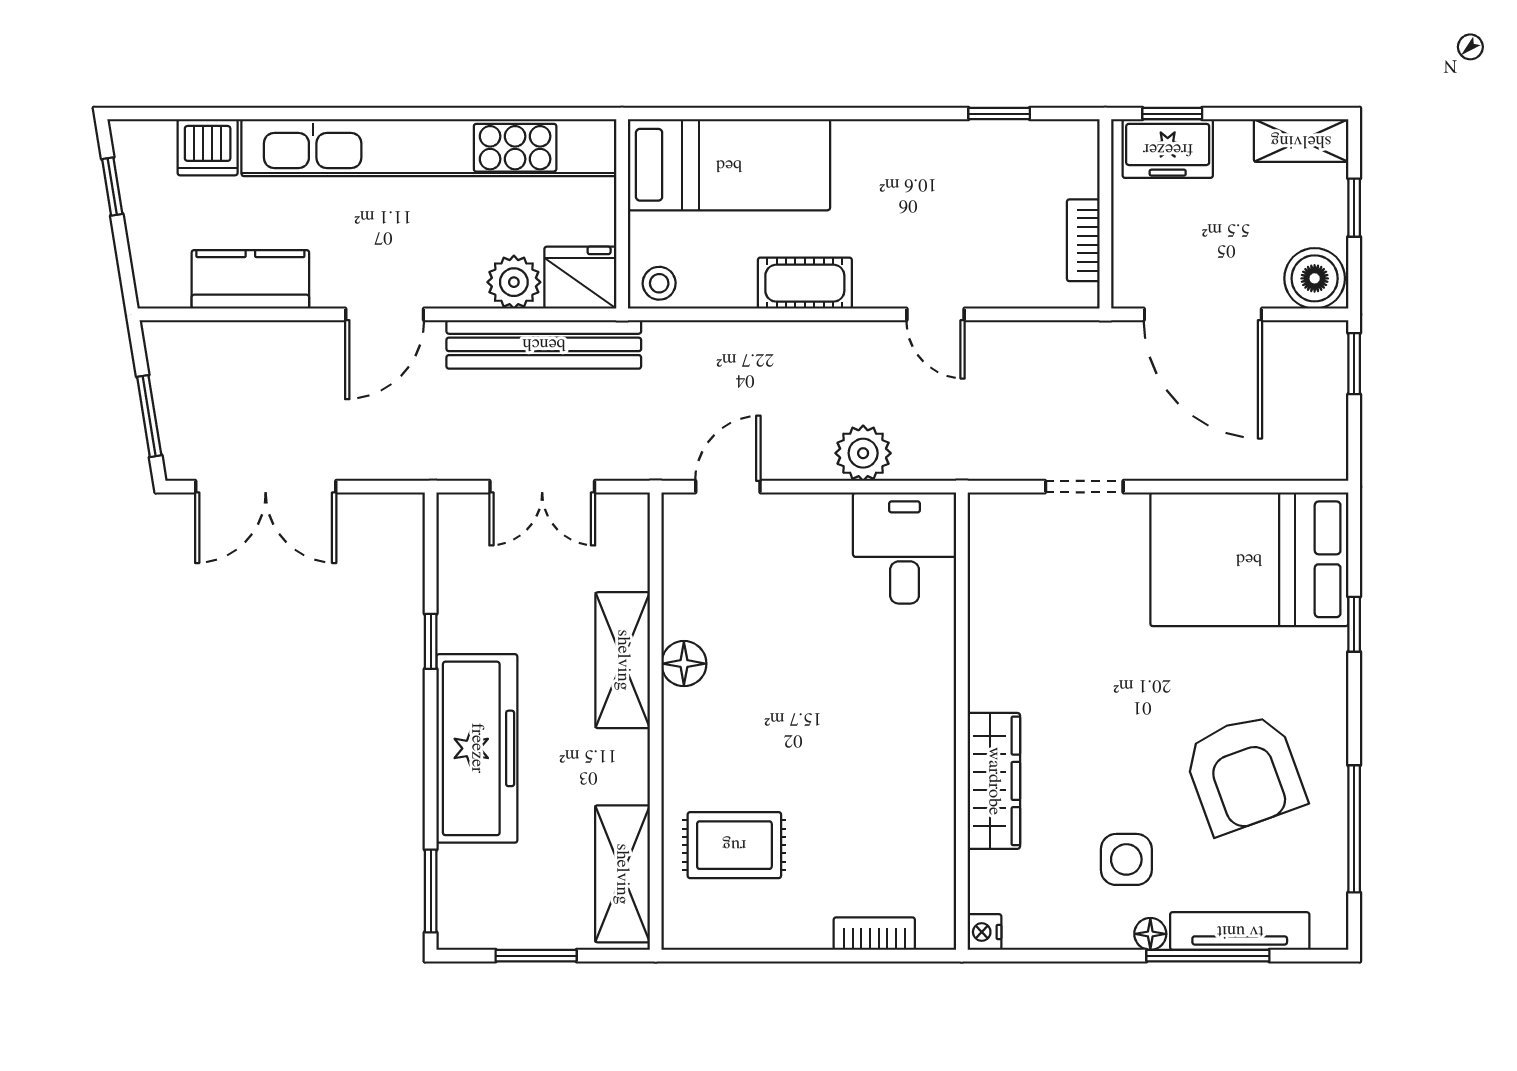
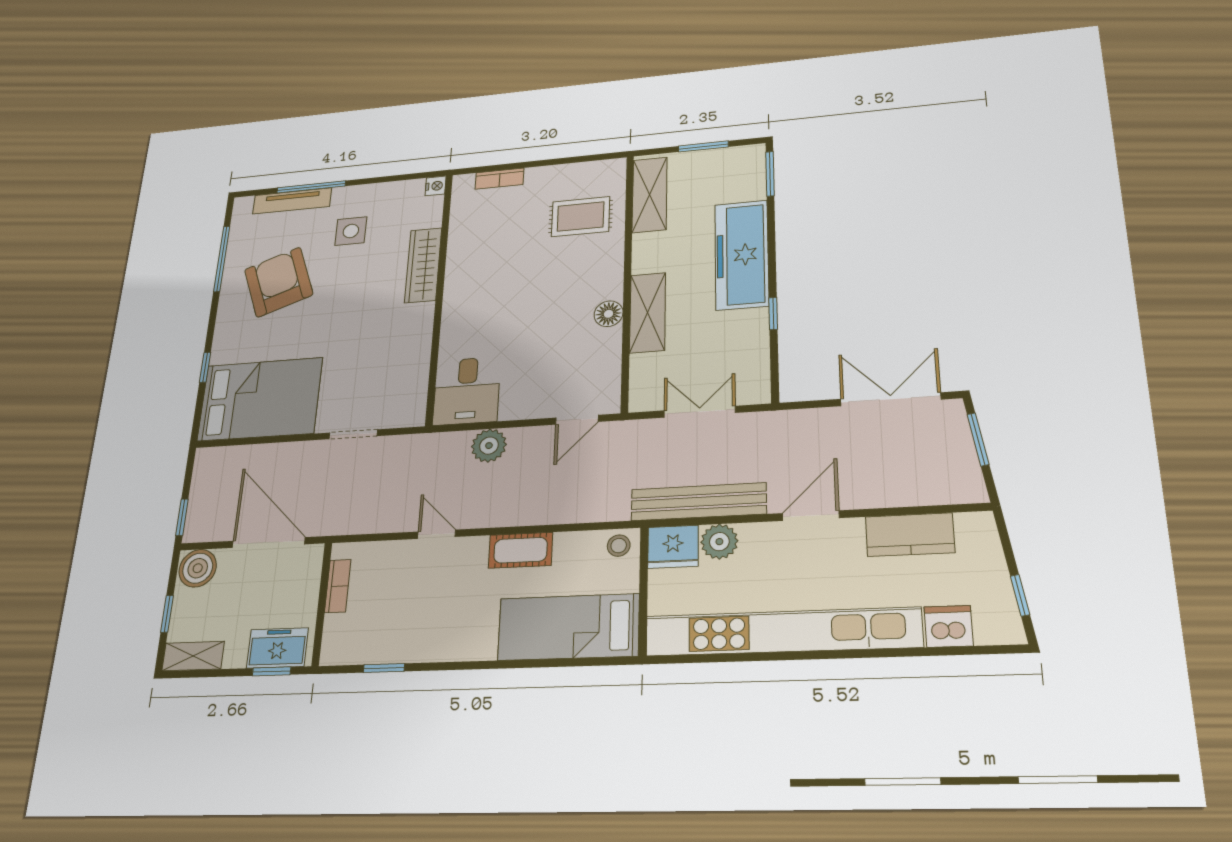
floor lamp: (1150, 934) -> (342, 194), removed

